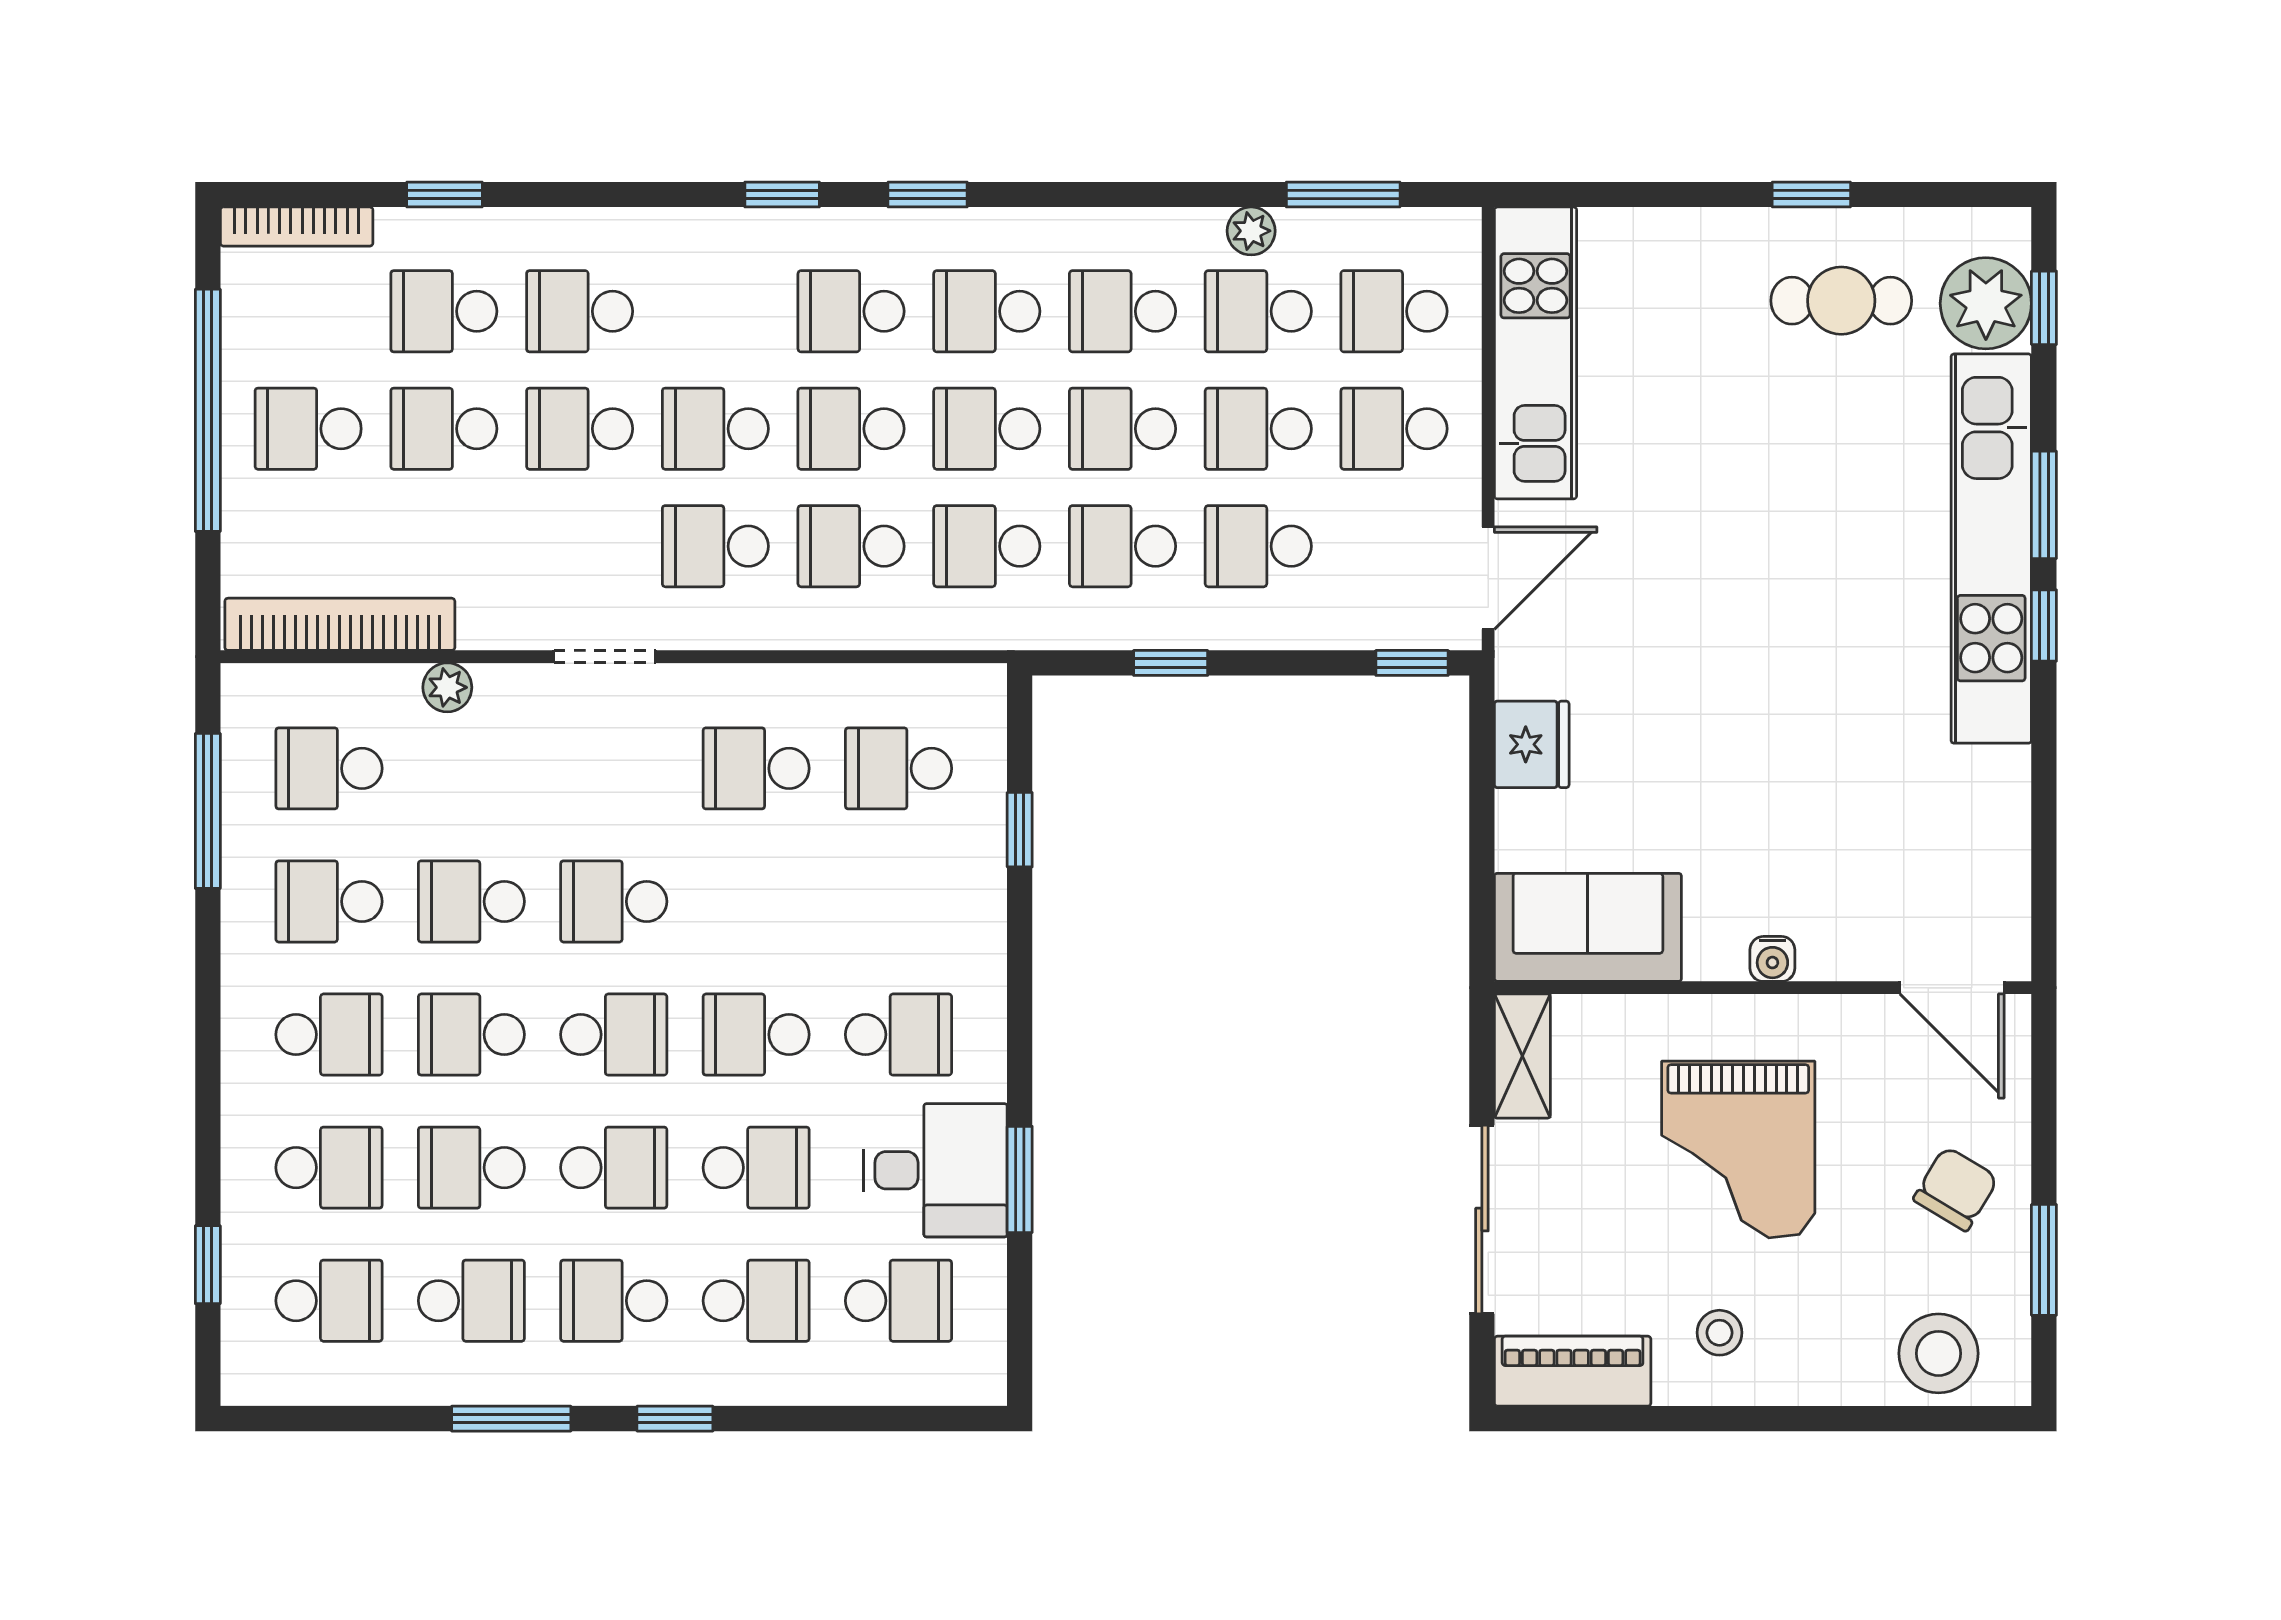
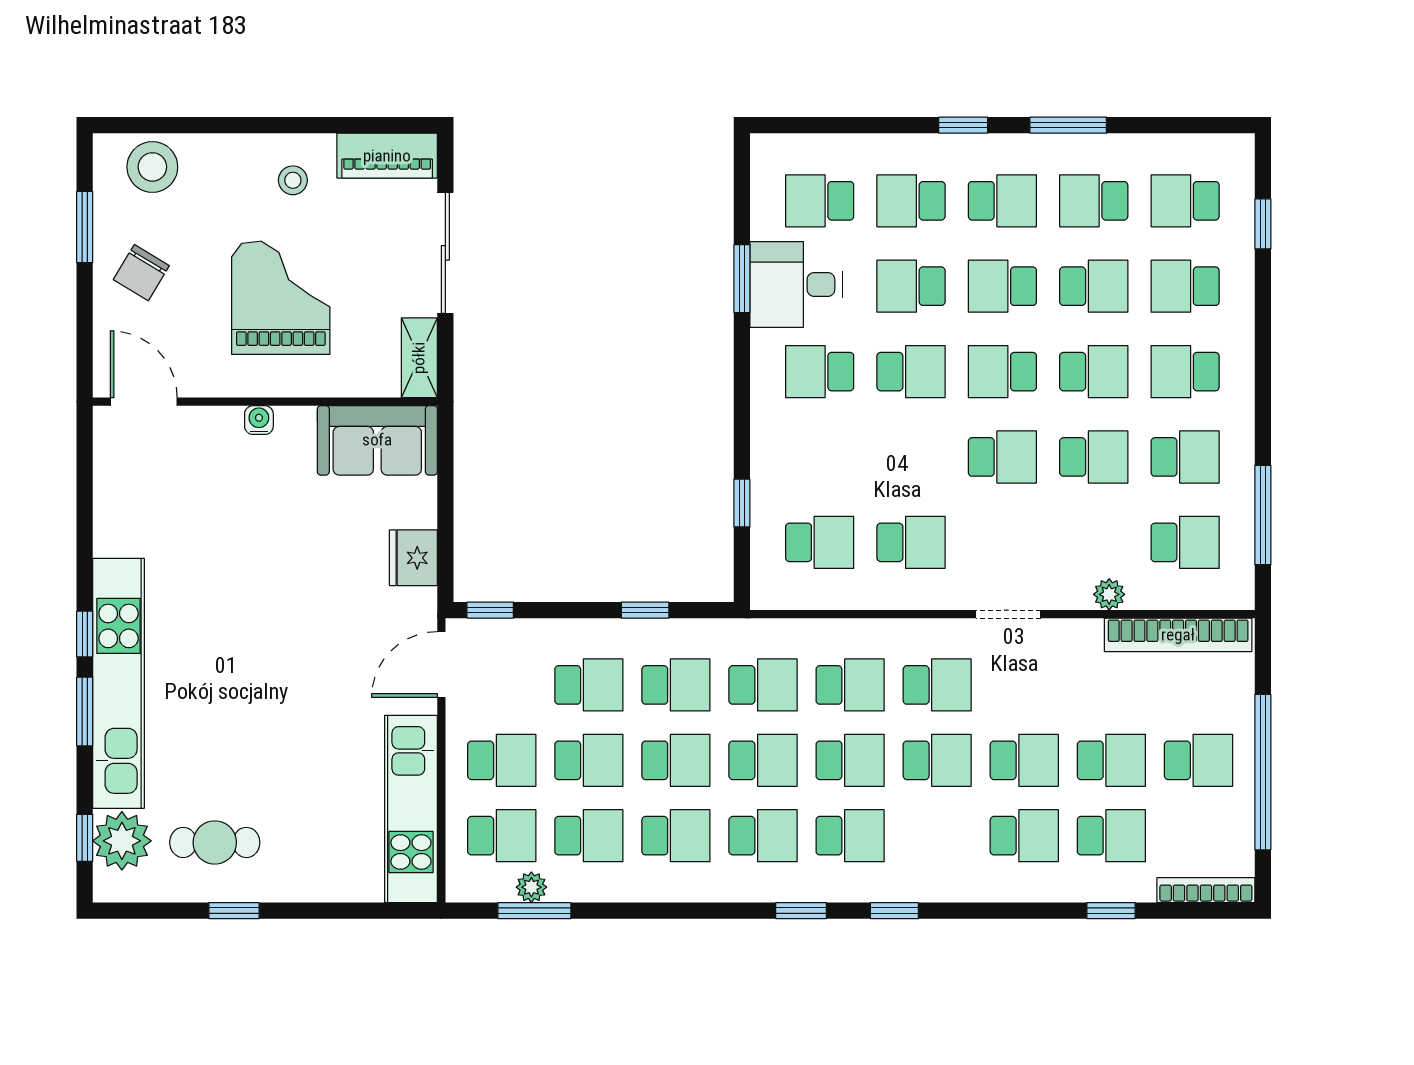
plant: (1251, 231) -> (531, 887), moved

